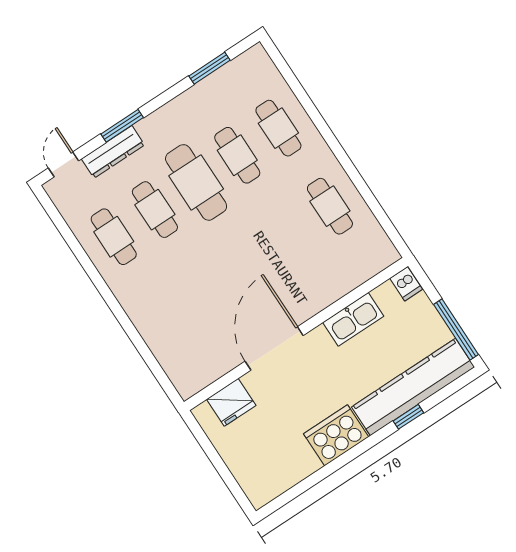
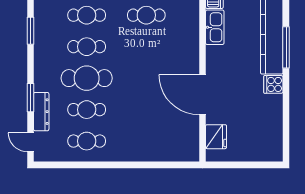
kitchen sink: (353, 319) -> (215, 27), moved
window: (408, 417) -> (286, 47), width x2.17
cooker: (336, 435) -> (273, 84), width x0.53, depth x0.76

